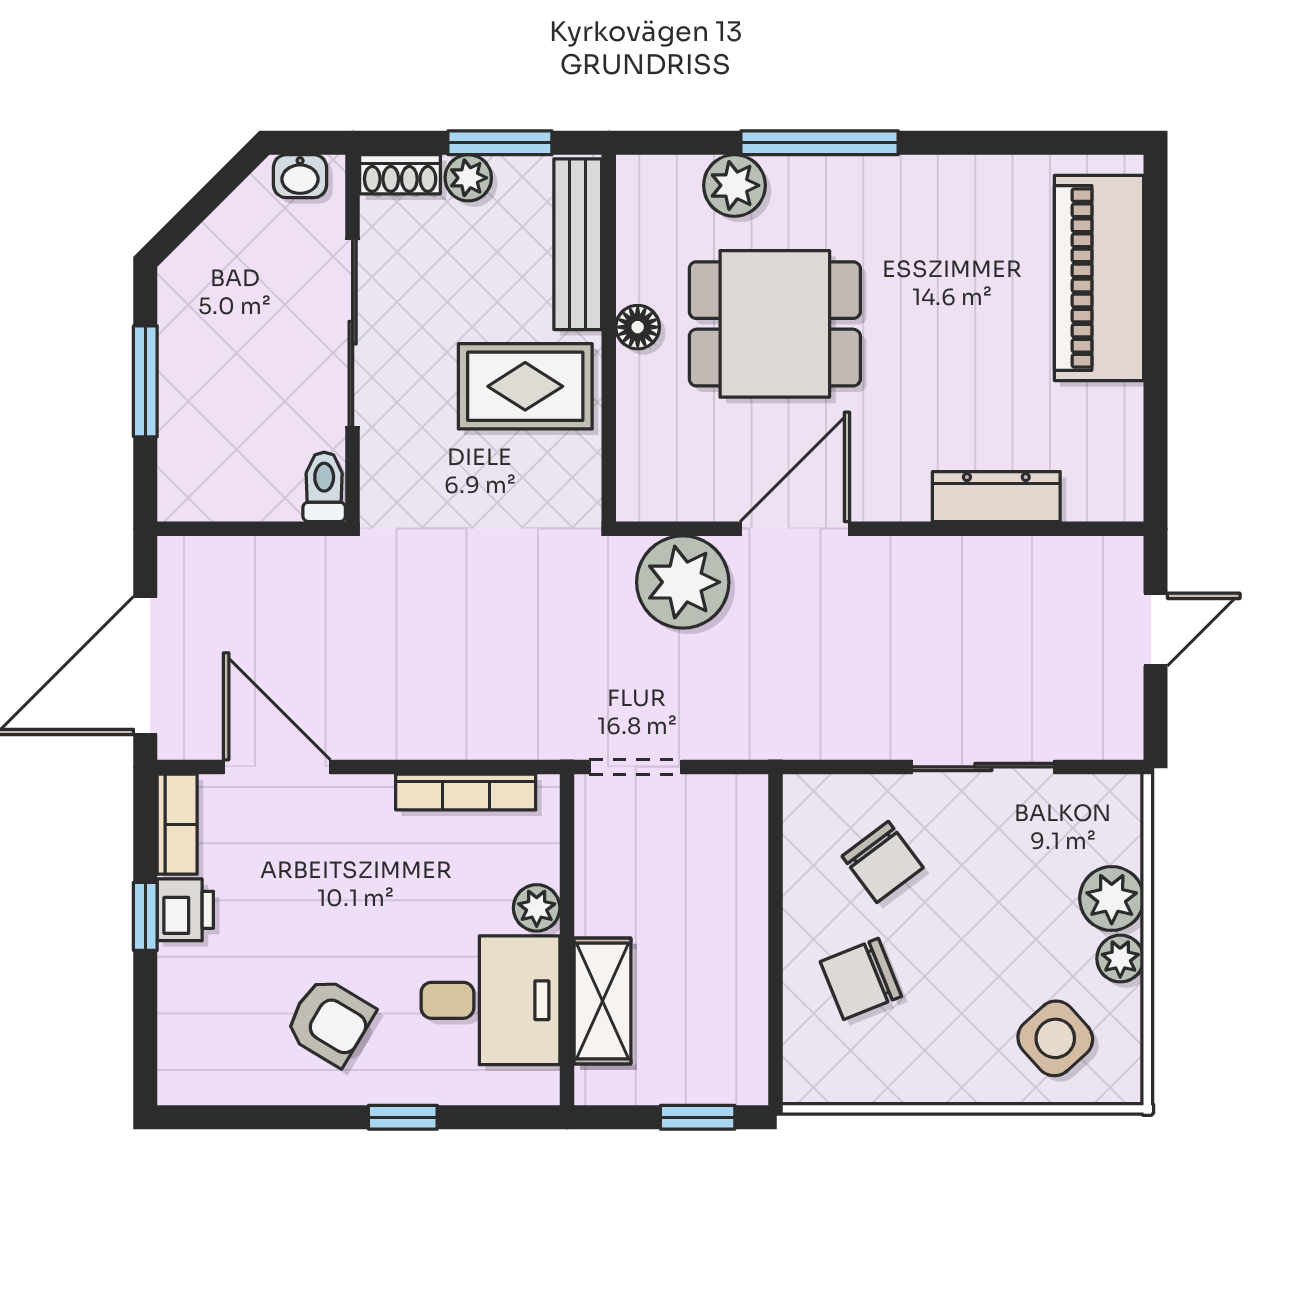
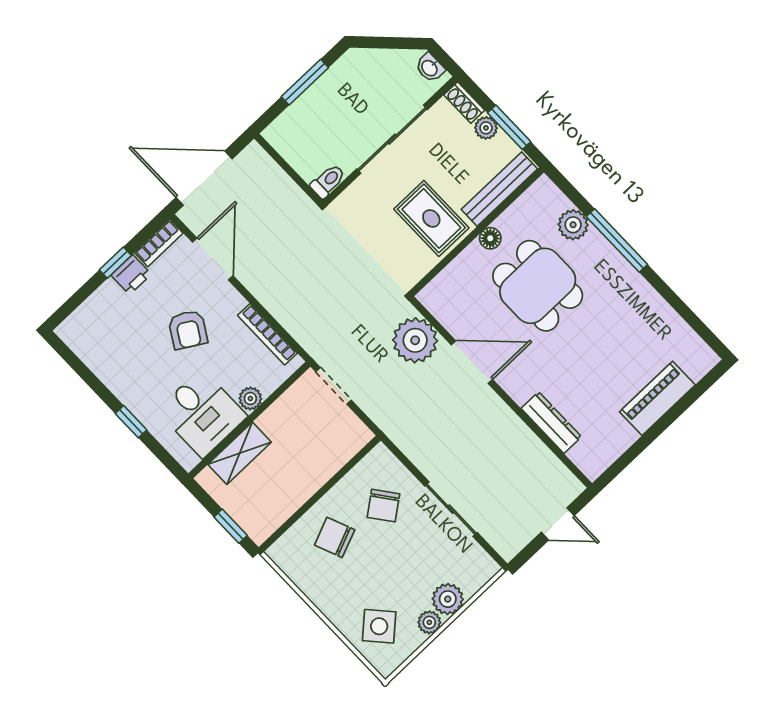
piano: (1099, 278) -> (657, 398), width x0.73, depth x0.75
armchair: (330, 1021) -> (188, 330), moved

